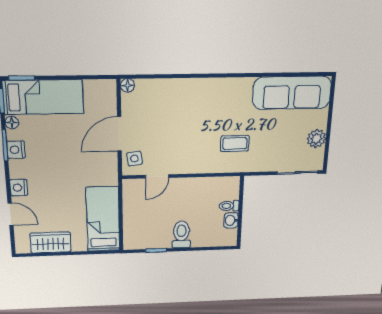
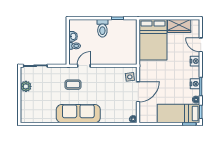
sofa: (292, 93) -> (78, 114), moved
door: (157, 176) -> (84, 66), moved
bed: (103, 219) -> (153, 40), width x1.50

